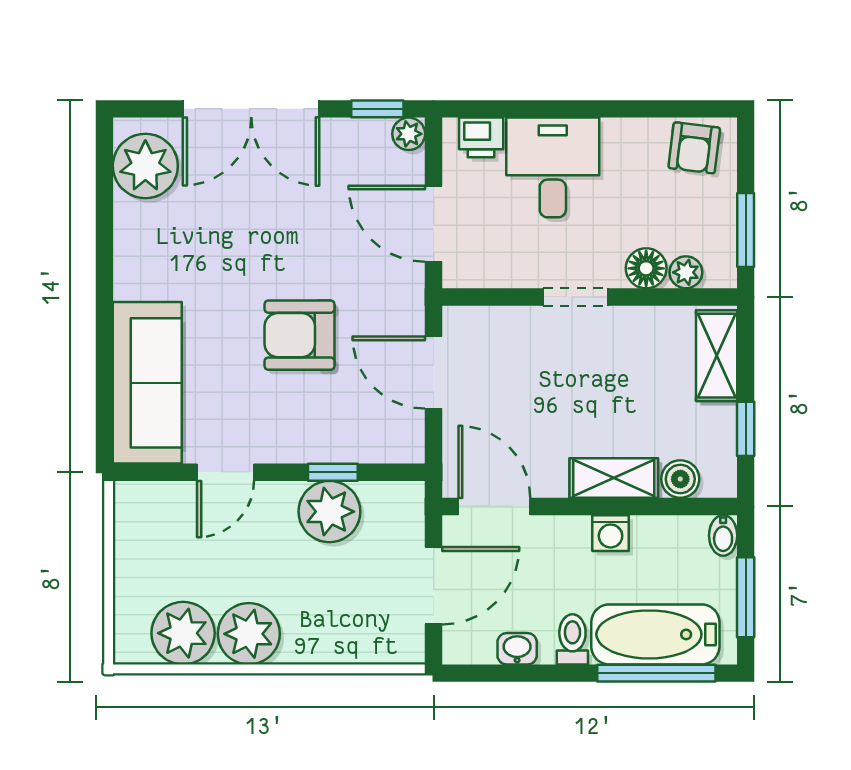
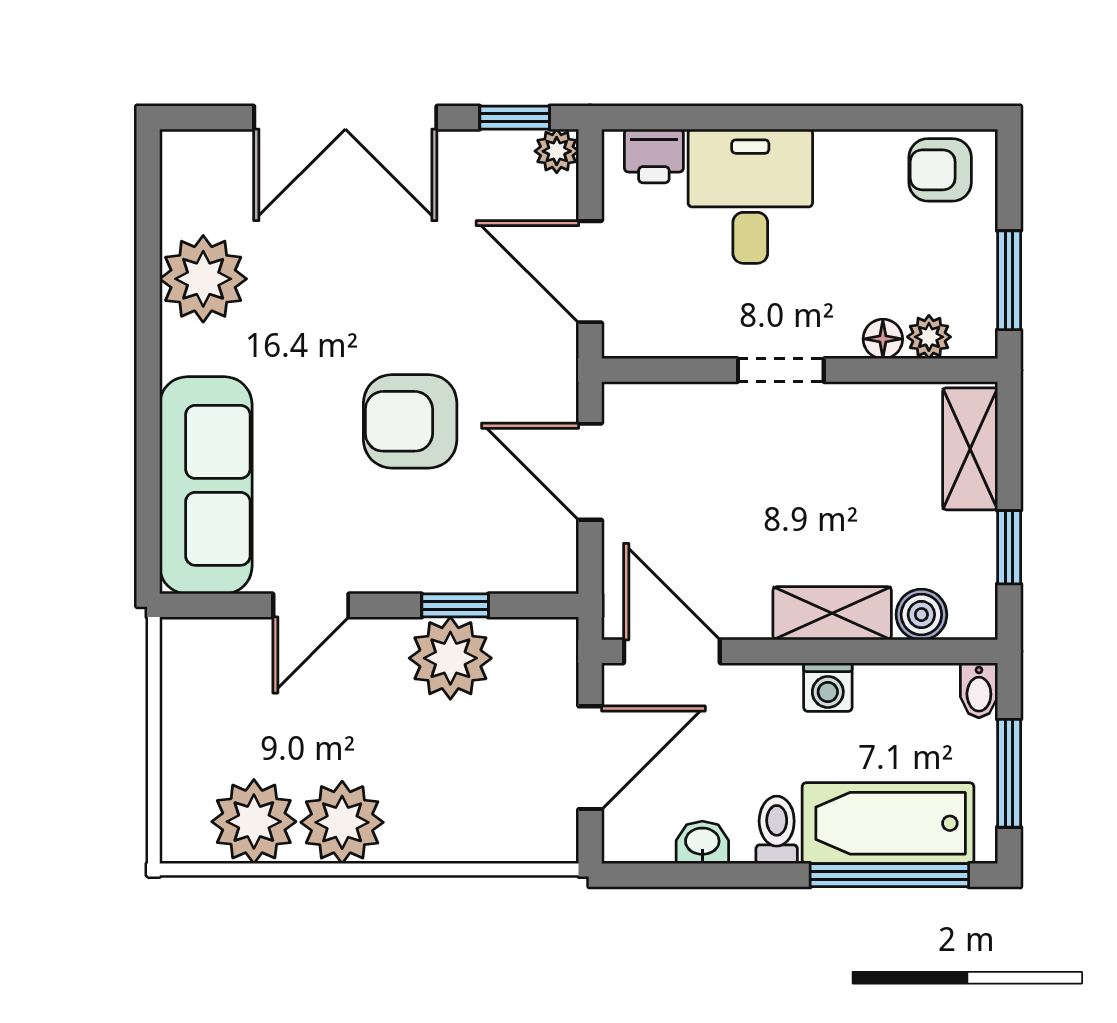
armchair: (694, 148) -> (940, 170), turned 83
plant: (145, 166) -> (203, 279), moved
floor lamp: (646, 268) -> (883, 339), width x0.73, depth x0.73

